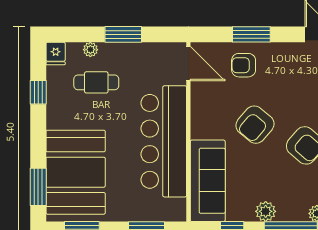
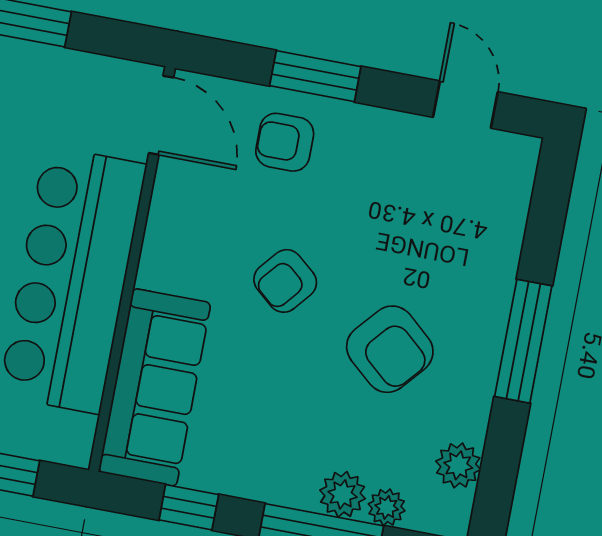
armchair: (255, 125) -> (285, 281), width x0.72, depth x0.72
plant: (266, 211) -> (343, 494), moved

